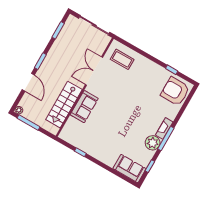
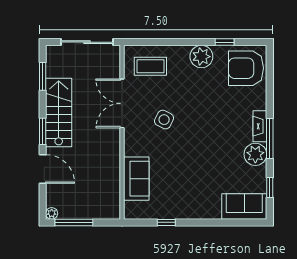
plant: (154, 70) -> (201, 57), added
side table: (112, 94) -> (164, 120), added
stairs: (64, 105) -> (59, 113), moved, turned 180
sofa: (84, 107) -> (136, 179), moved

